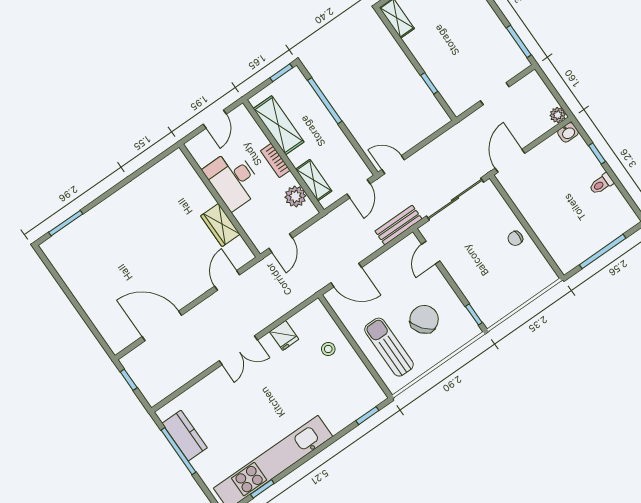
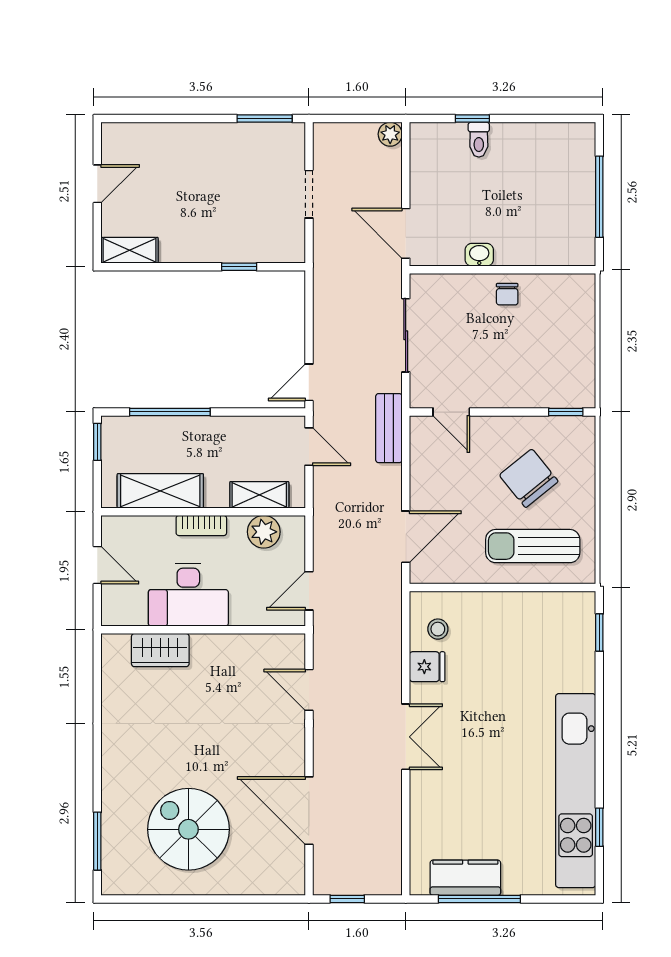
washbasin: (568, 132) -> (479, 255), moved, turned -90
toilet: (601, 184) -> (479, 140), moved
sliding door: (455, 199) -> (406, 335), width x0.73
wardrobe: (220, 225) -> (160, 650), moved
door: (281, 243) -> (309, 591), swing flipped
spiral stairs: (106, 268) -> (188, 829), added
door: (162, 326) -> (309, 811), hinge flipped
stool: (328, 349) -> (438, 629), moved

